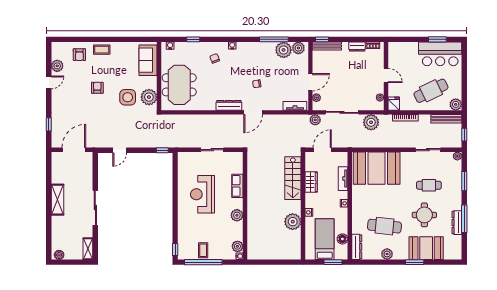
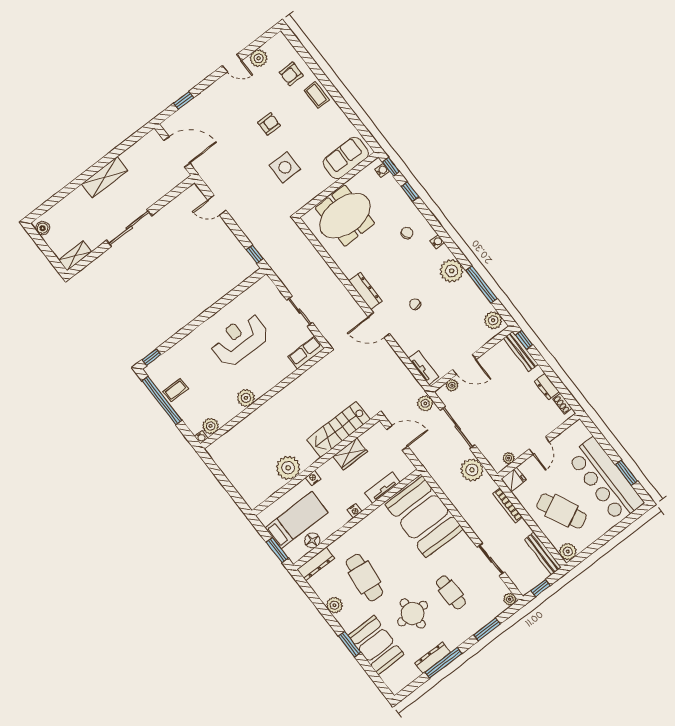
window: (172, 39) -> (391, 167), added
plant: (284, 50) -> (452, 271), moved
bar counter: (440, 54) -> (605, 480), width x1.36
plant: (149, 97) -> (304, 192), removed
row of seats: (237, 186) -> (306, 352), moved

